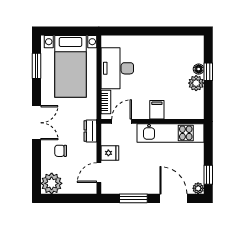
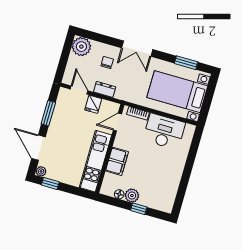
floor lamp: (199, 69) -> (119, 194), moved
filing cabinet: (157, 110) -> (117, 161), width x2.00
door: (122, 121) -> (117, 122), swing flipped
dresser: (90, 131) -> (105, 89), moved
door: (173, 198) -> (38, 148), swing flipped

